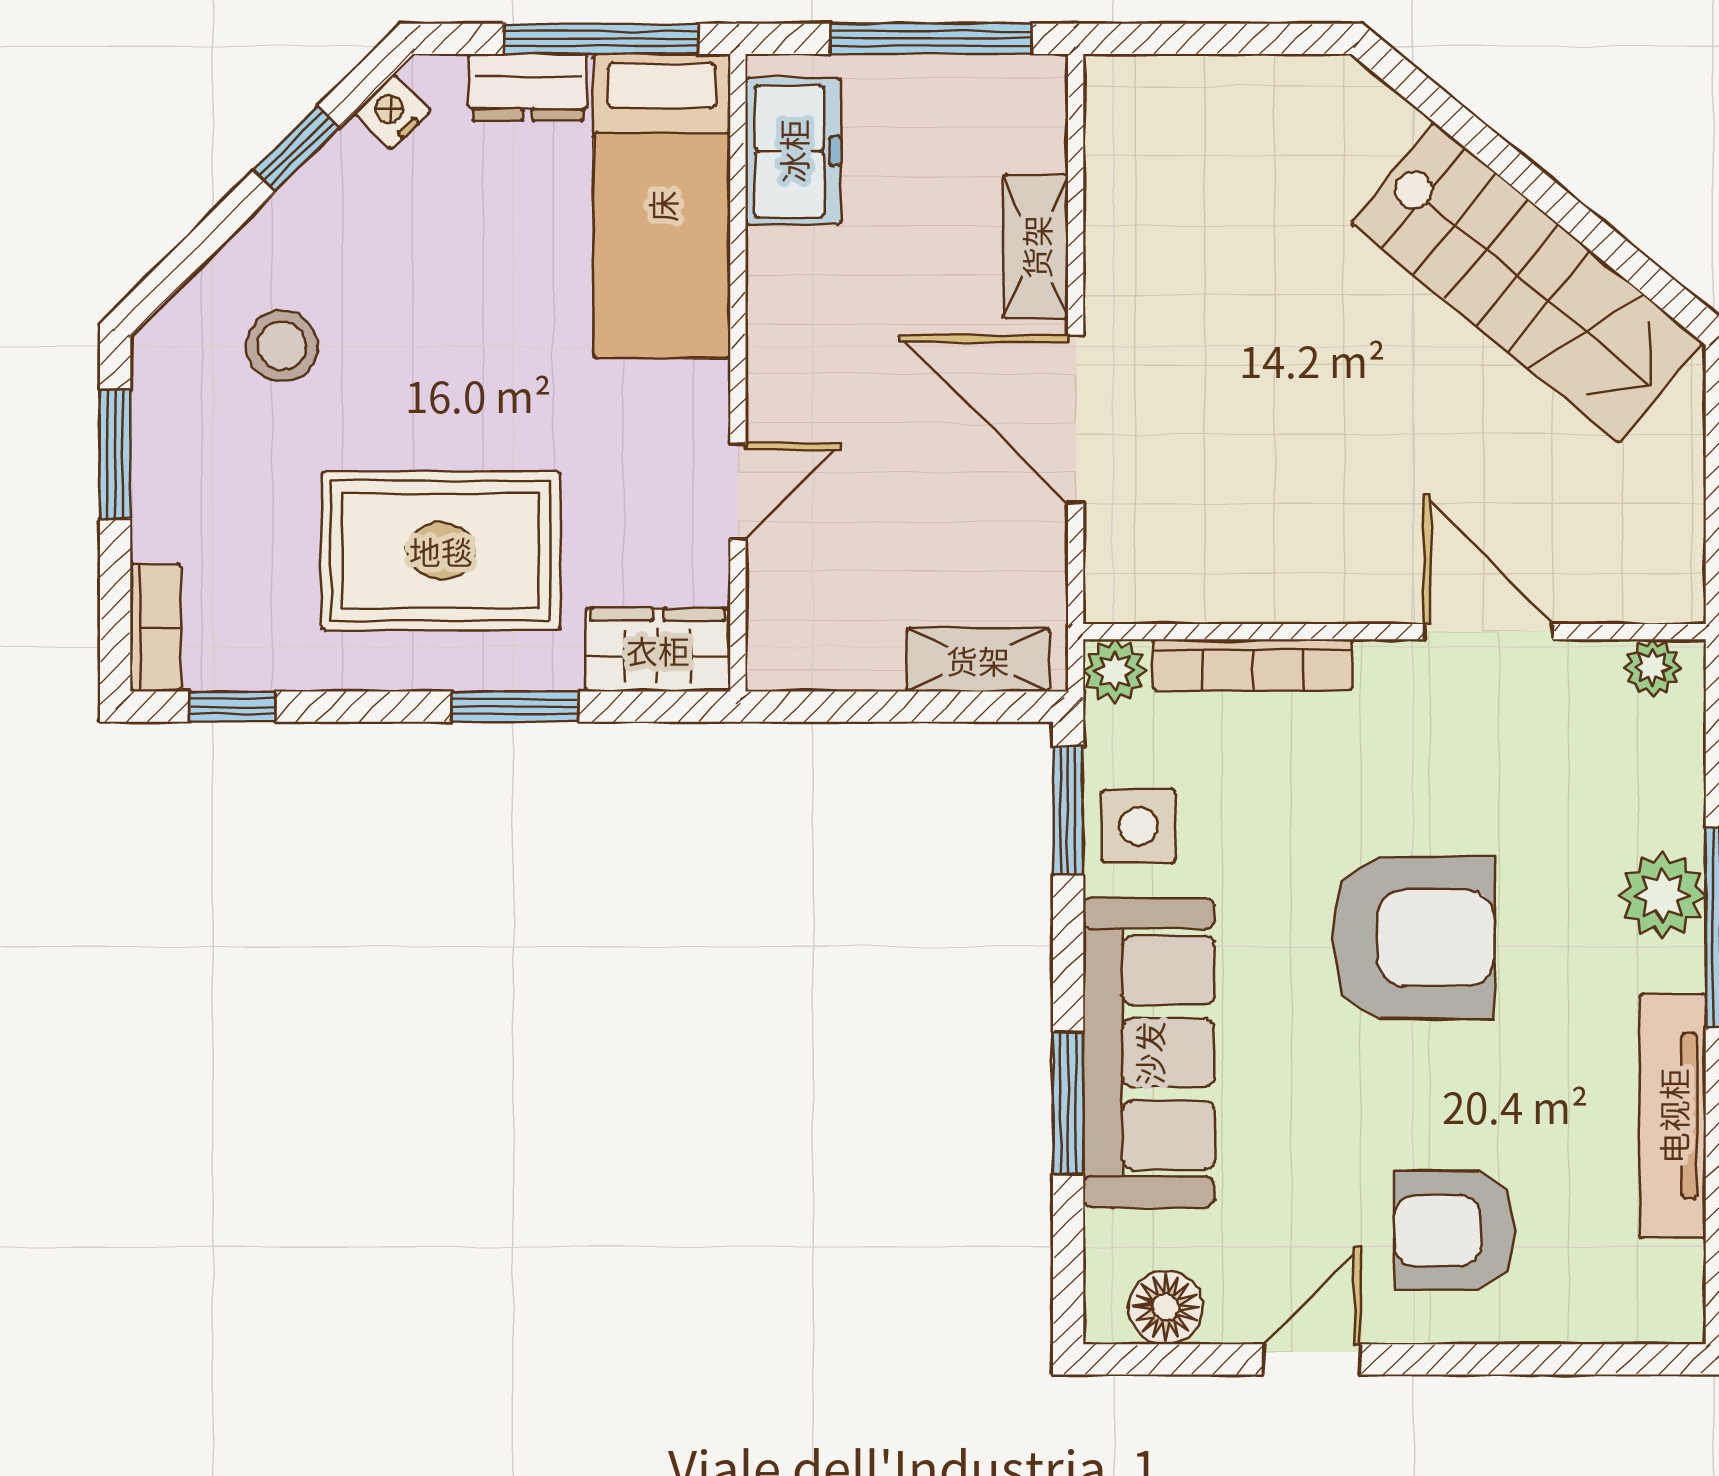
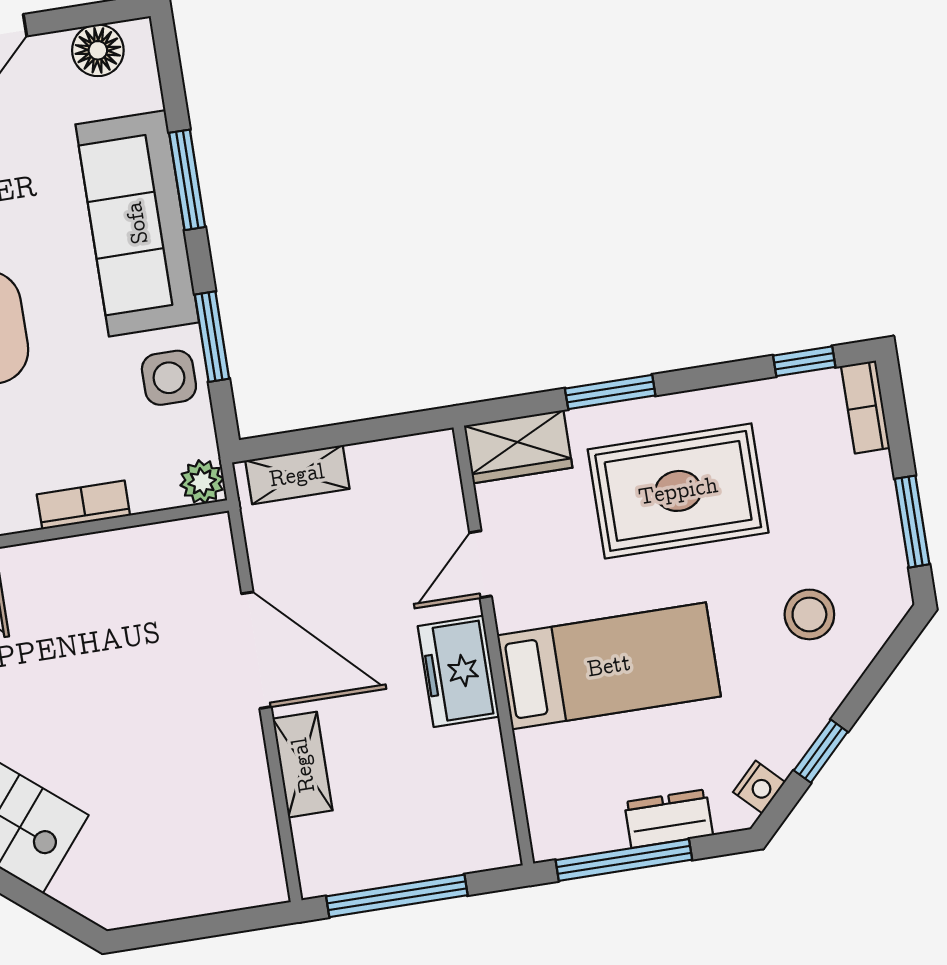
freezer: (793, 151) -> (458, 671), moved
bed: (662, 206) -> (609, 666), moved, turned 90
bookcase: (1253, 665) -> (83, 505), width x0.64
window: (1068, 811) -> (212, 337), moved

